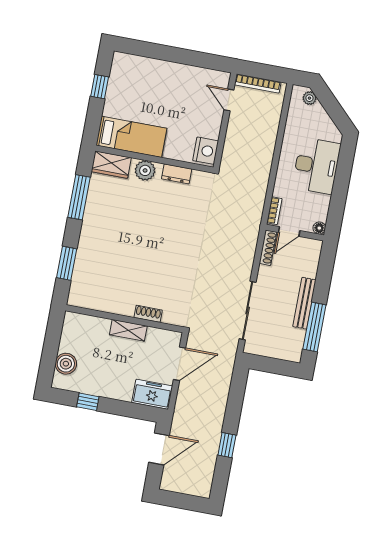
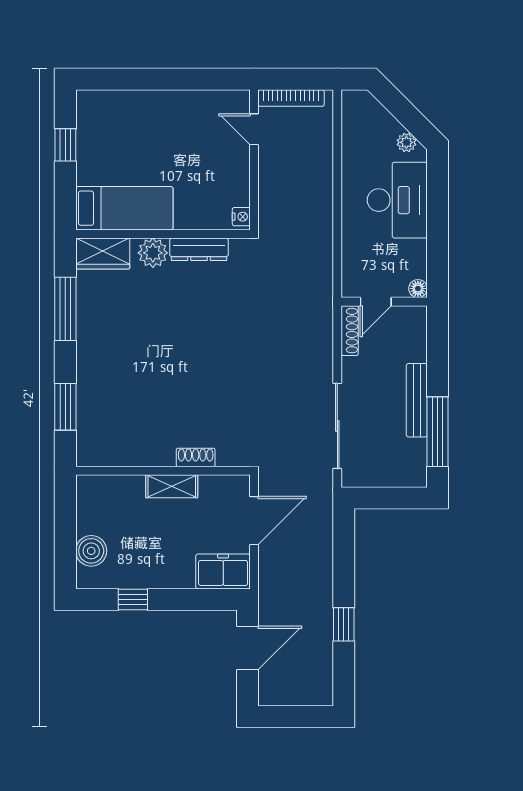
plant: (309, 98) -> (406, 142), moved
nightstand: (206, 151) -> (241, 217), width x0.53, depth x0.56
dresser: (177, 174) -> (199, 249), width x1.44
bookcase: (274, 211) -> (349, 276), removed

